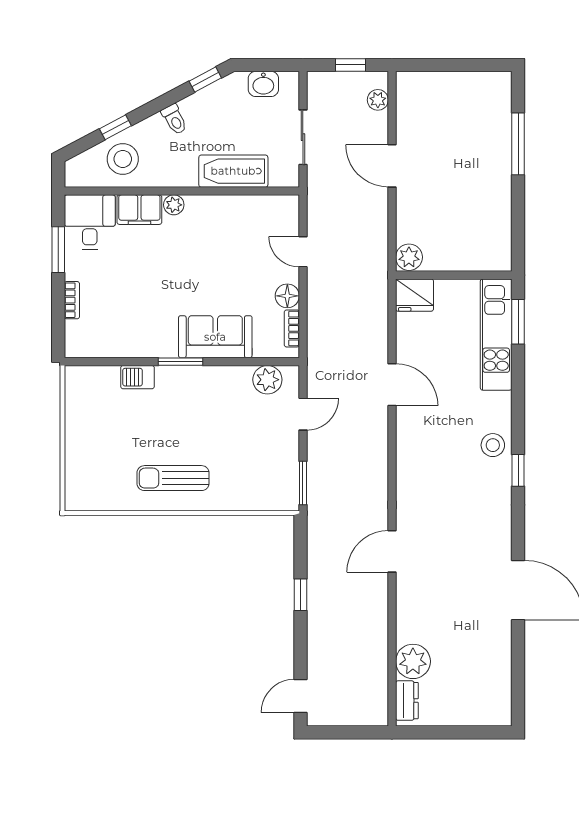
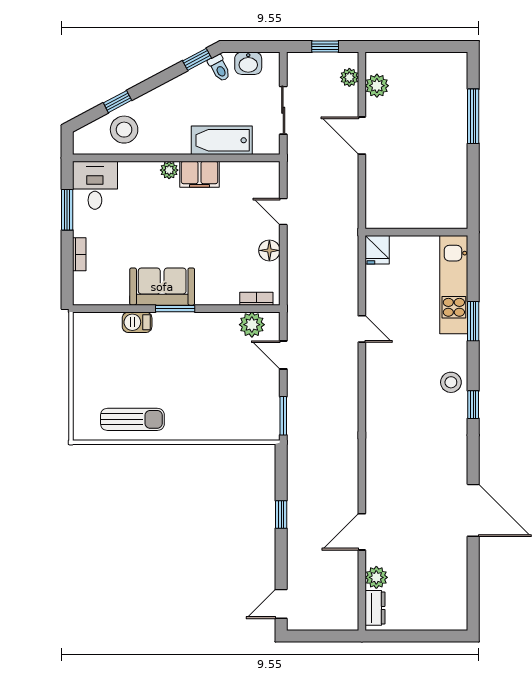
toilet: (174, 119) -> (219, 68), moved
filing cabinet: (139, 210) -> (200, 174), moved
plant: (409, 257) -> (377, 86), moved
fridge: (415, 295) -> (377, 250), width x0.72
window: (518, 322) -> (473, 321), moved
bookcase: (292, 328) -> (256, 299), moved, turned 90
sofa: (215, 337) -> (162, 287), moved
door: (392, 385) -> (362, 329), width x0.73
door: (303, 414) -> (283, 355), swing flipped
sun lounger: (173, 478) -> (132, 419), moved, turned 180
door: (392, 551) -> (362, 532), moved
plant: (413, 661) -> (376, 577), width x0.73, depth x0.73

